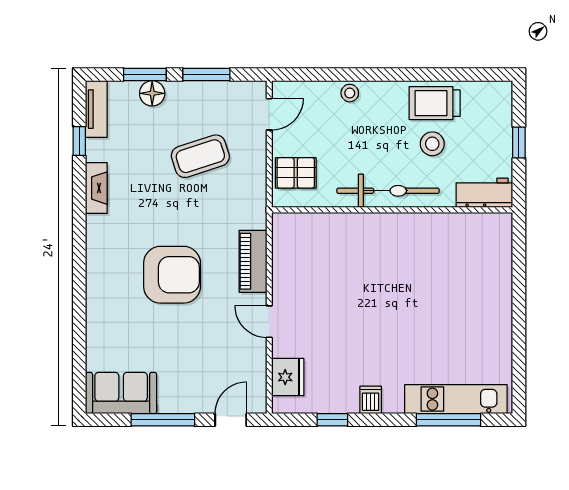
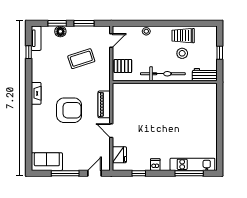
fireplace: (96, 188) -> (36, 93), moved

